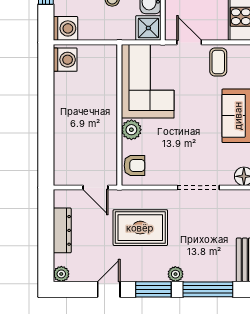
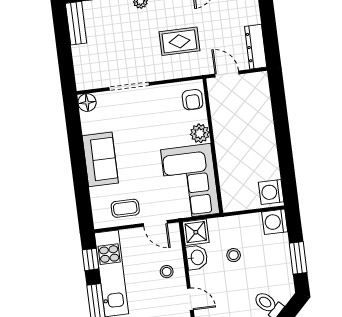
coffee table: (218, 62) -> (125, 208), turned 90
armchair: (134, 166) -> (193, 100), turned -90
rug: (140, 228) -> (179, 41), width x0.73, depth x0.70
dresser: (62, 230) -> (256, 47), moved

